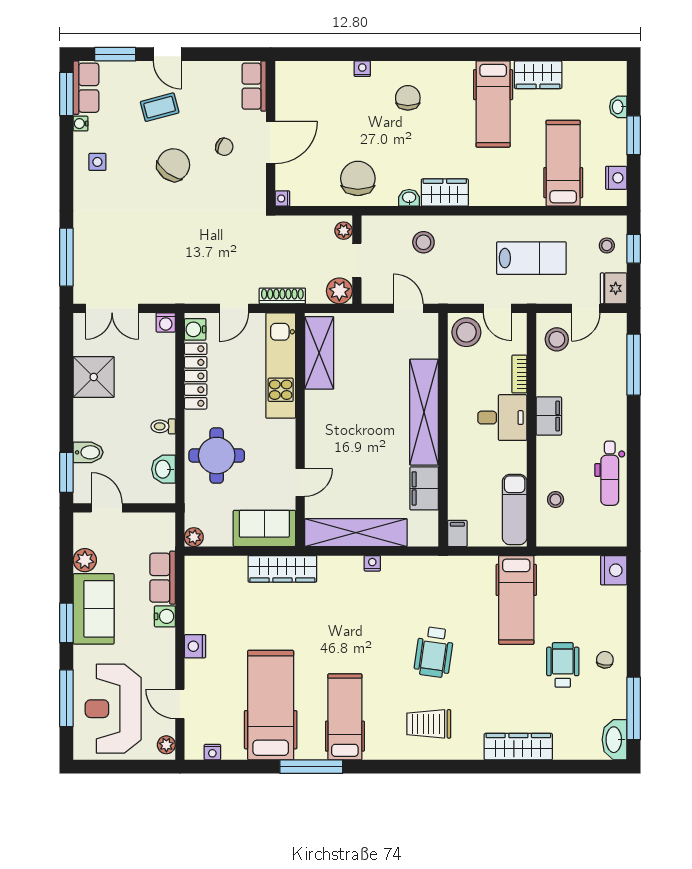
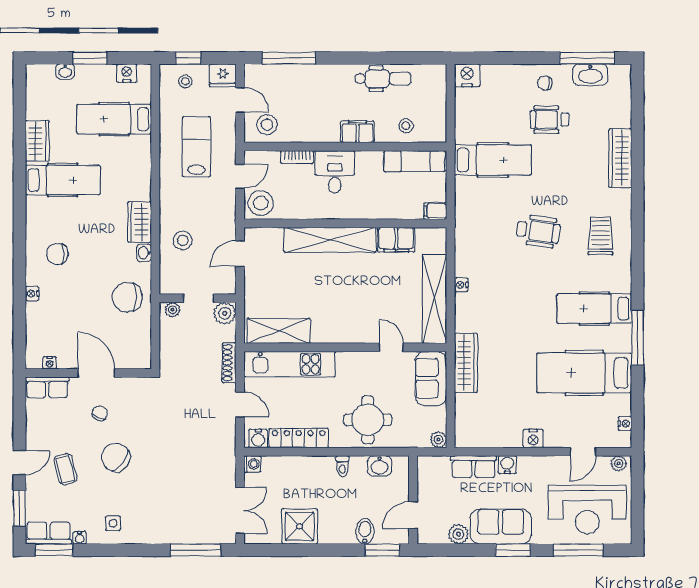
nightstand: (282, 199) -> (50, 363), moved
filing cabinet: (549, 416) -> (357, 132), moved
trolley: (429, 724) -> (600, 236), turned 180
washbasin: (614, 740) -> (590, 75), moved

